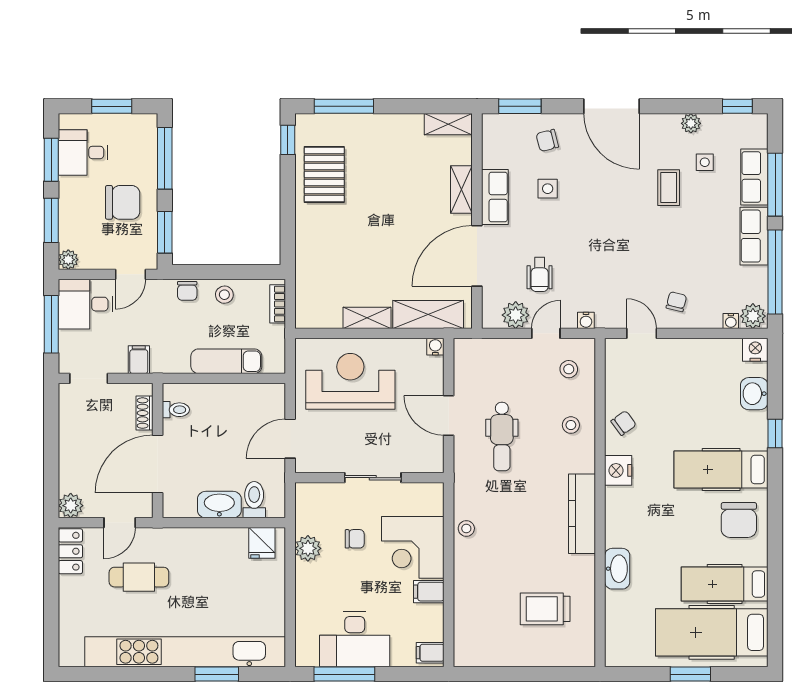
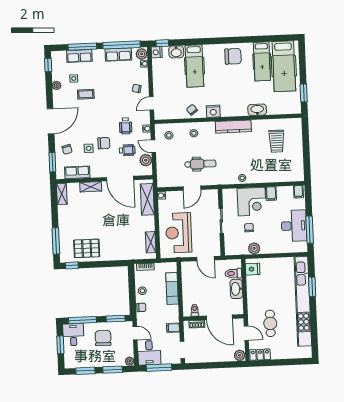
desk: (83, 152) -> (73, 335), moved, turned 180
row of seats: (495, 197) -> (77, 172), moved
chair: (558, 223) -> (104, 143), added
row of seats: (754, 236) -> (118, 54), moved
wheelchair: (594, 273) -> (126, 126), added
shelving: (367, 318) -> (151, 242), moved
window: (775, 434) -> (162, 43), moved
hospital bed: (721, 470) -> (194, 66), moved
window: (690, 674) -> (304, 93), moved

